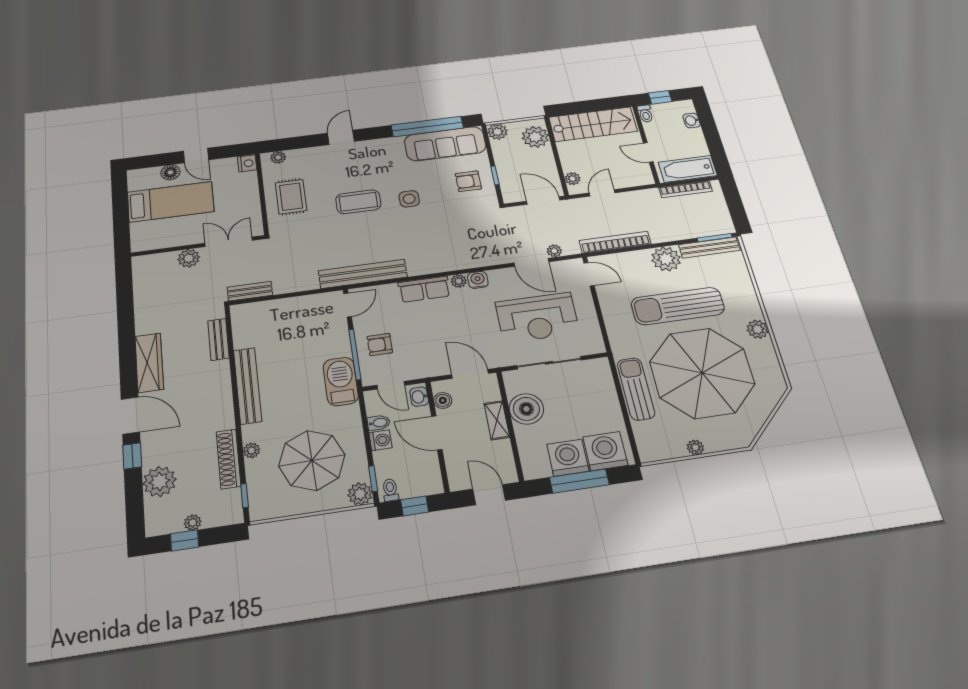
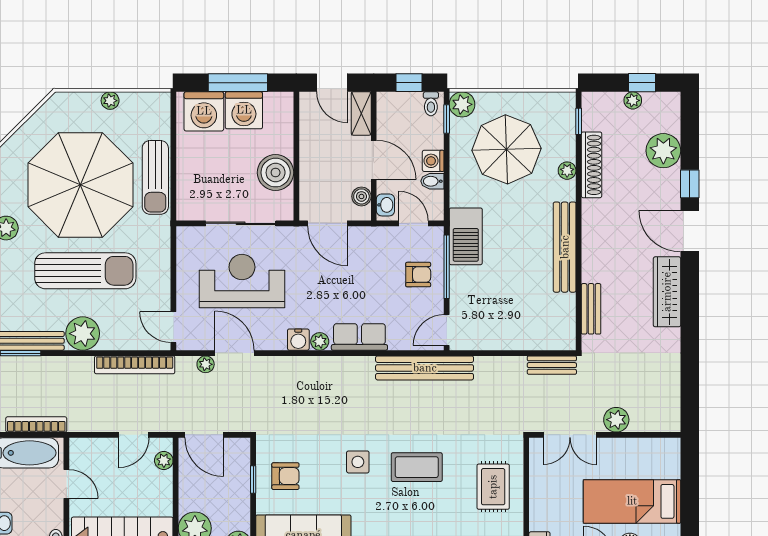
shelving: (497, 420) -> (361, 113), moved

